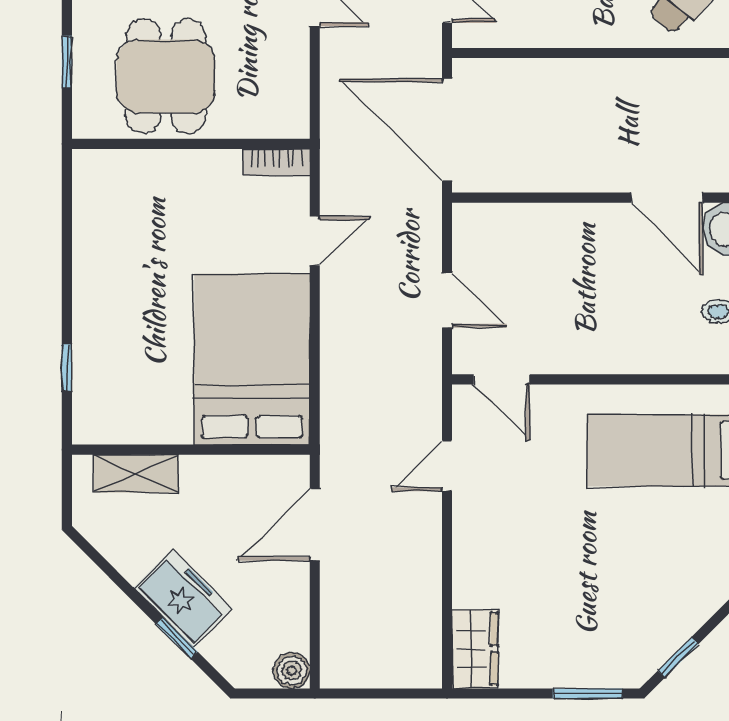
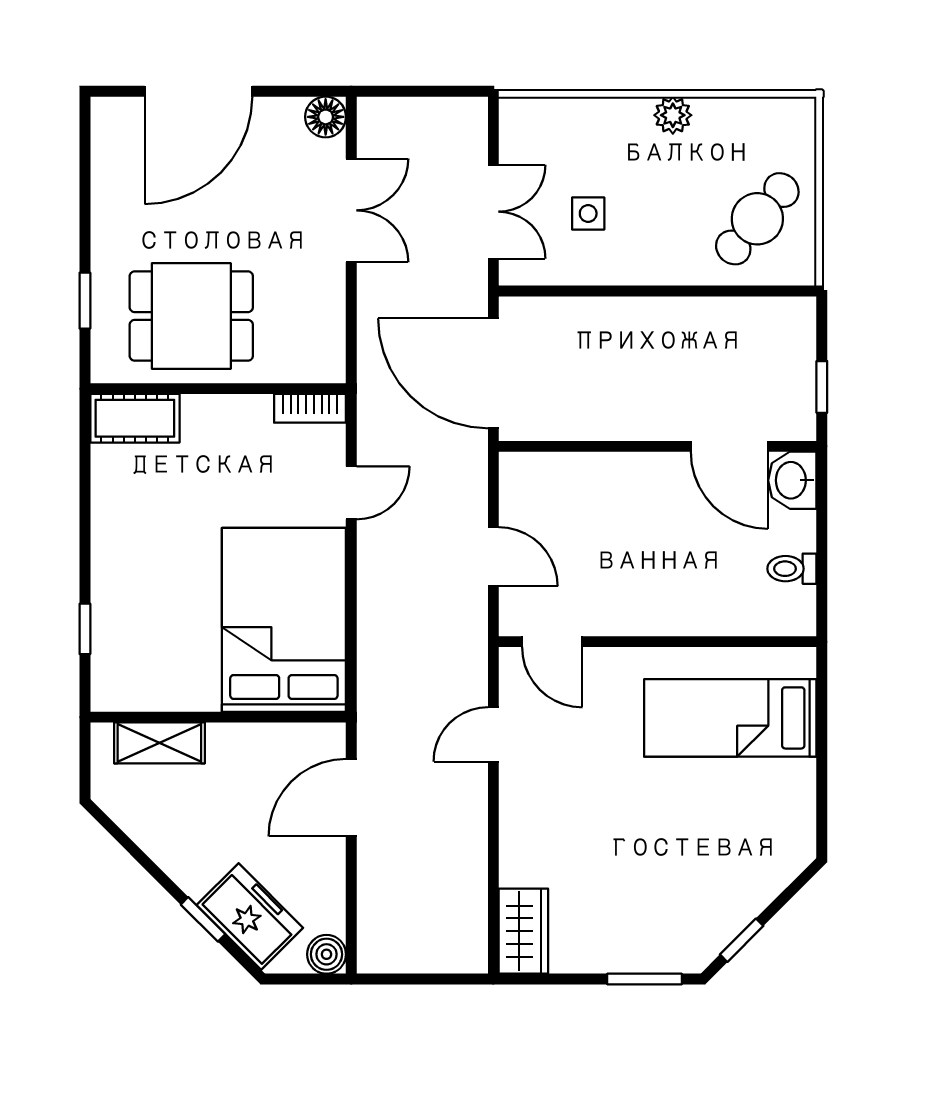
dining table: (166, 76) -> (191, 316), turned 90
cot: (113, 171) -> (135, 418), added
freezer: (183, 598) -> (250, 917), moved

